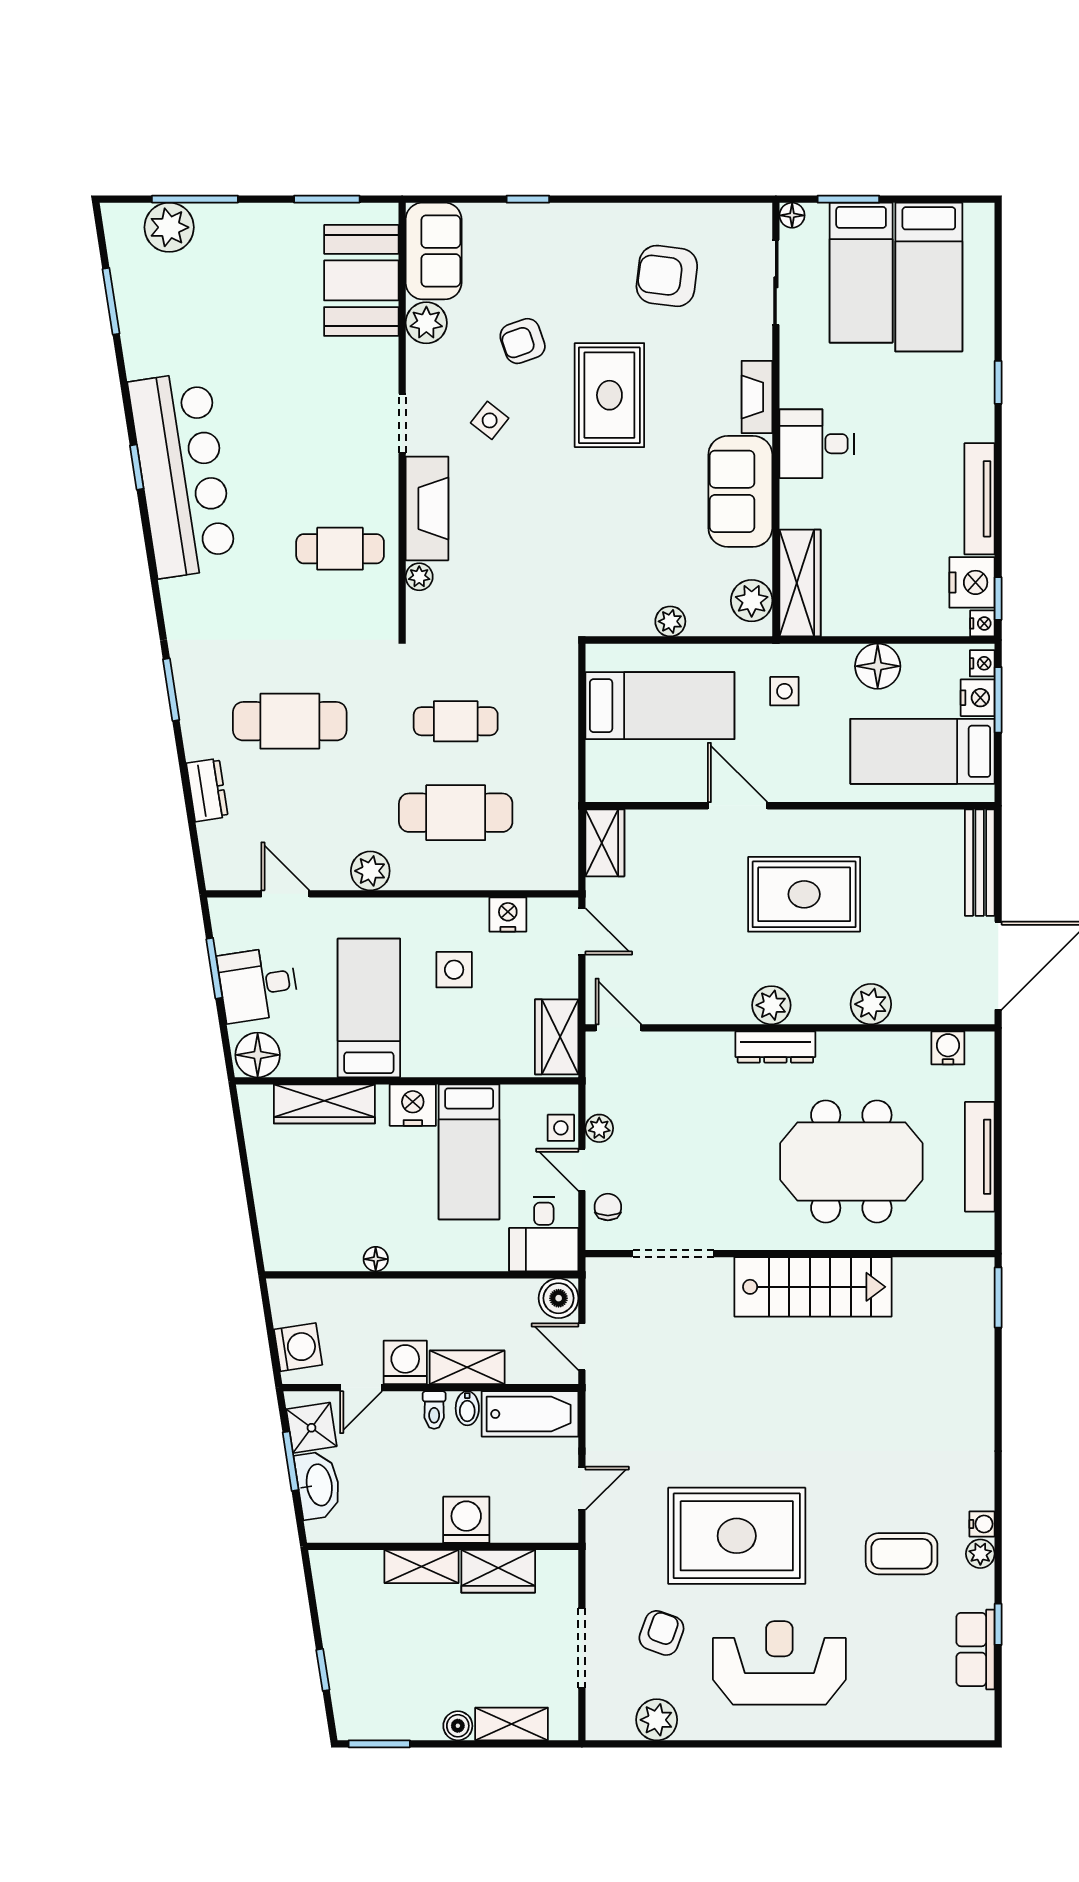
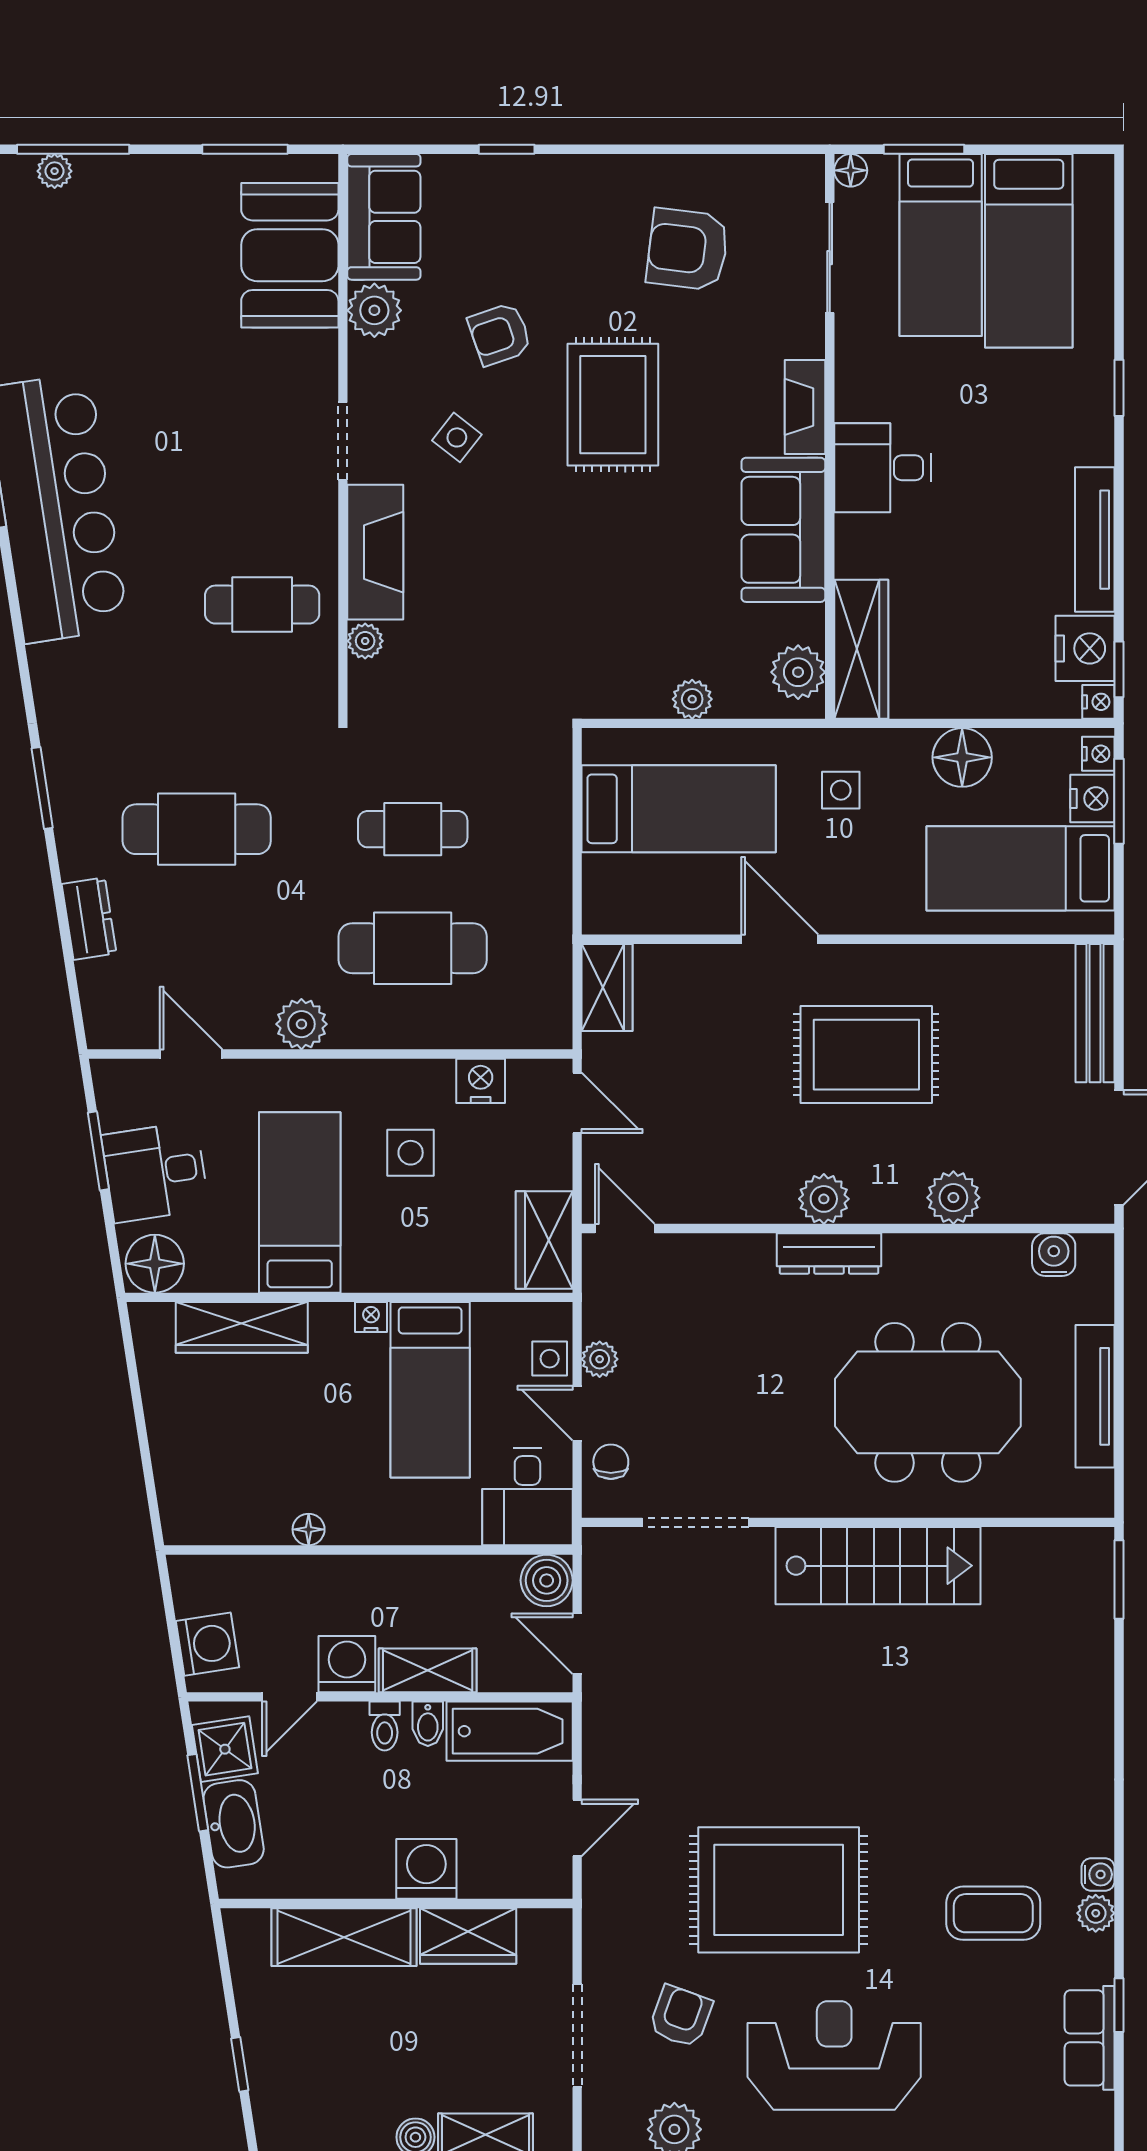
plant: (169, 227) -> (55, 171), width x0.53, depth x0.53
nightstand: (413, 1105) -> (371, 1317), width x0.53, depth x0.56
shelving: (421, 1567) -> (344, 1937), width x1.50, depth x1.33

